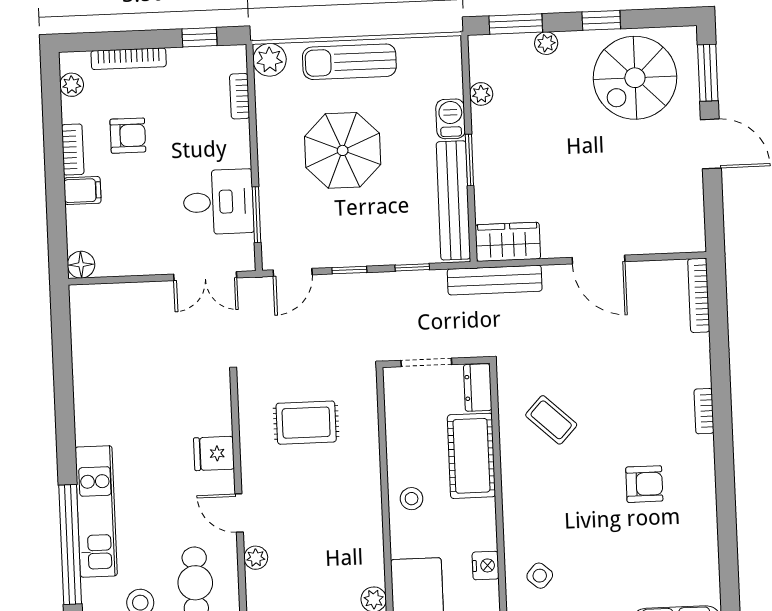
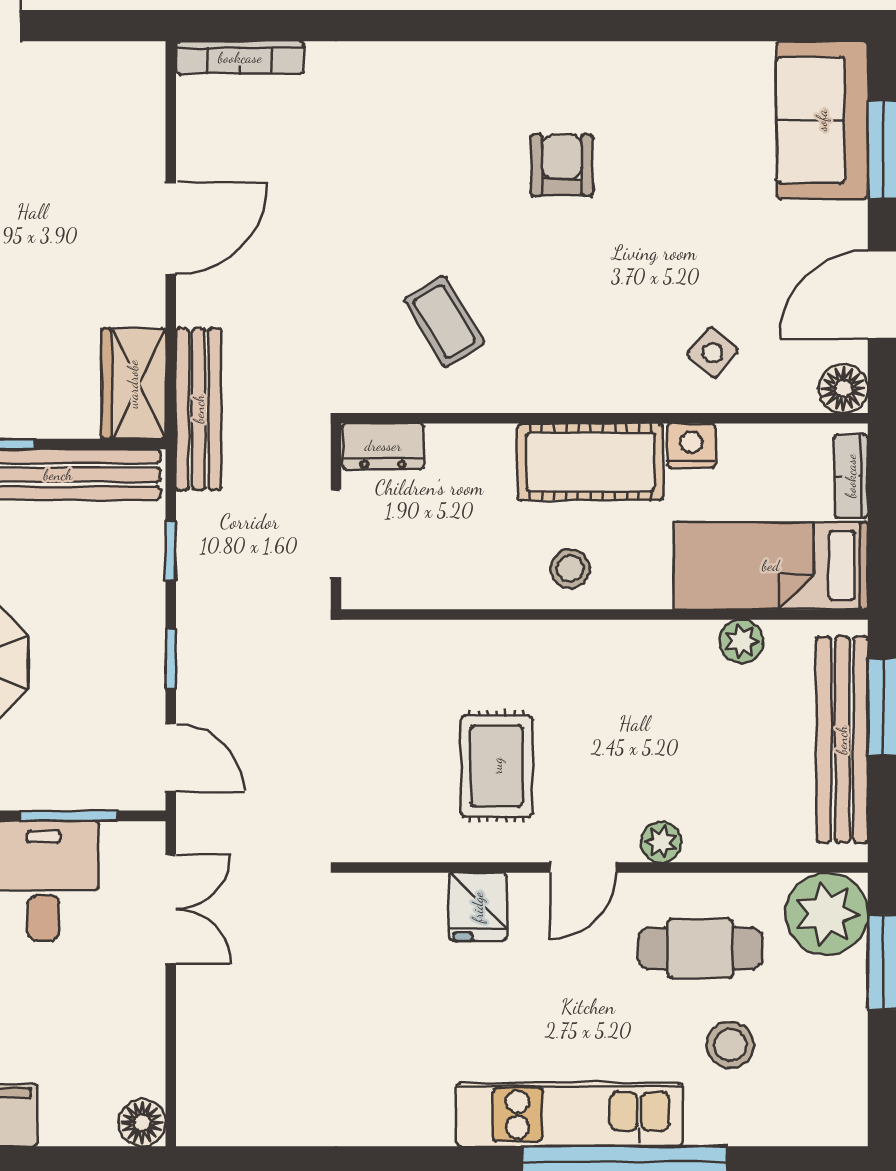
bookcase: (704, 411) -> (440, 57), removed
coffee table: (551, 420) -> (444, 322), turned -74
rug: (306, 423) -> (497, 766), moved
cot: (471, 456) -> (590, 462), moved

